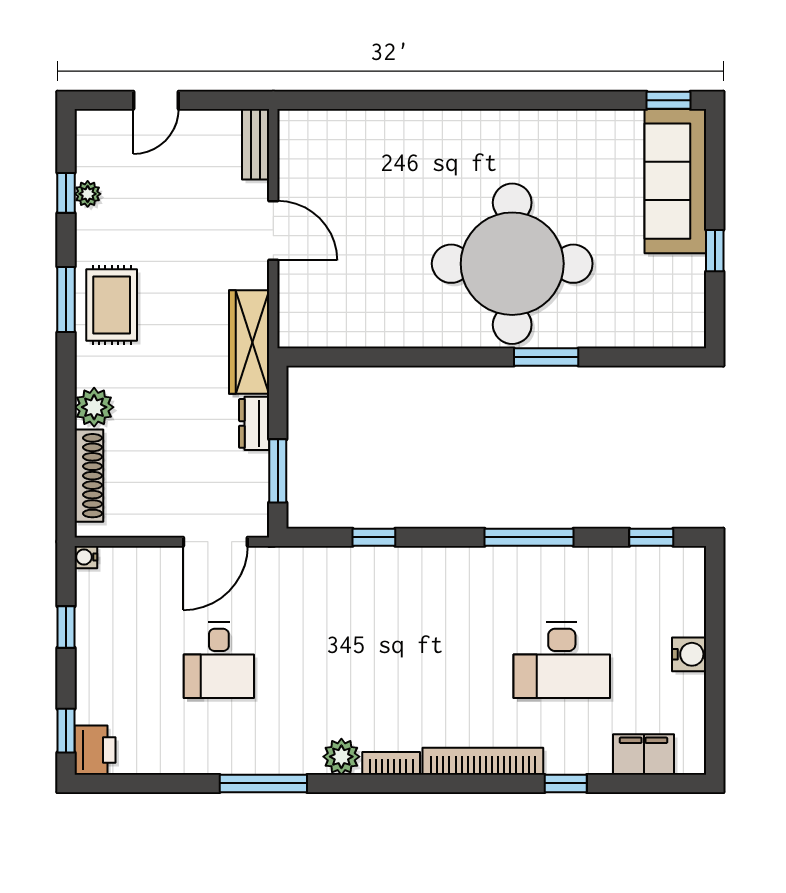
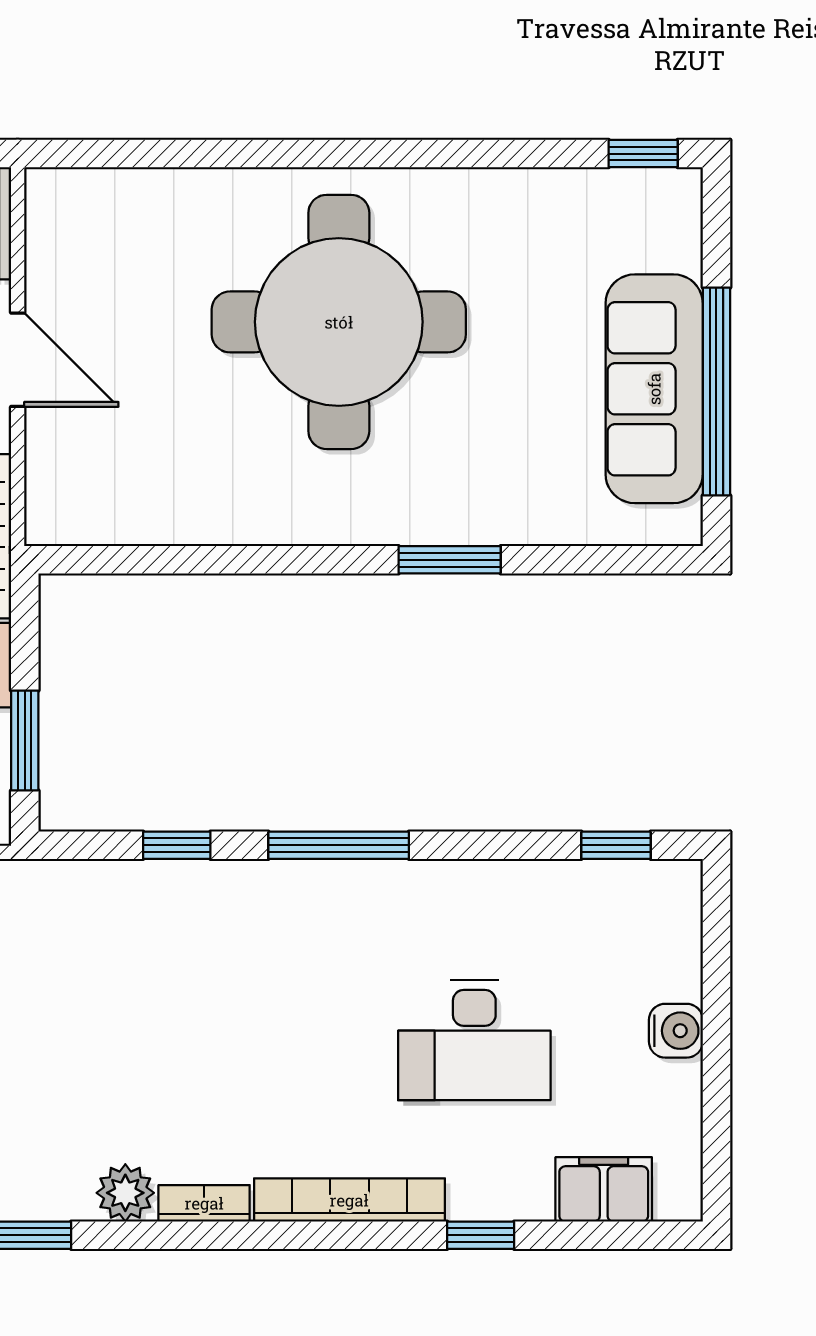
sofa: (675, 181) -> (654, 389), moved
window: (715, 251) -> (716, 392), width x3.17
round table: (512, 264) -> (339, 322), moved
window: (529, 537) -> (339, 845), moved

